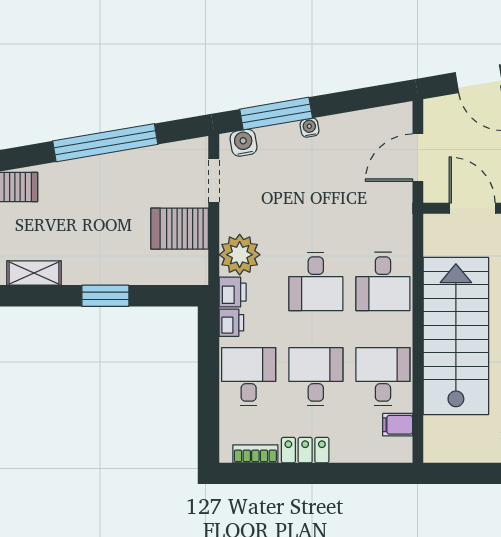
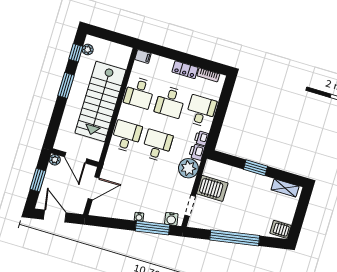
desk: (249, 377) -> (201, 111), turned 180
filing cabinet: (398, 425) -> (143, 56), moved

